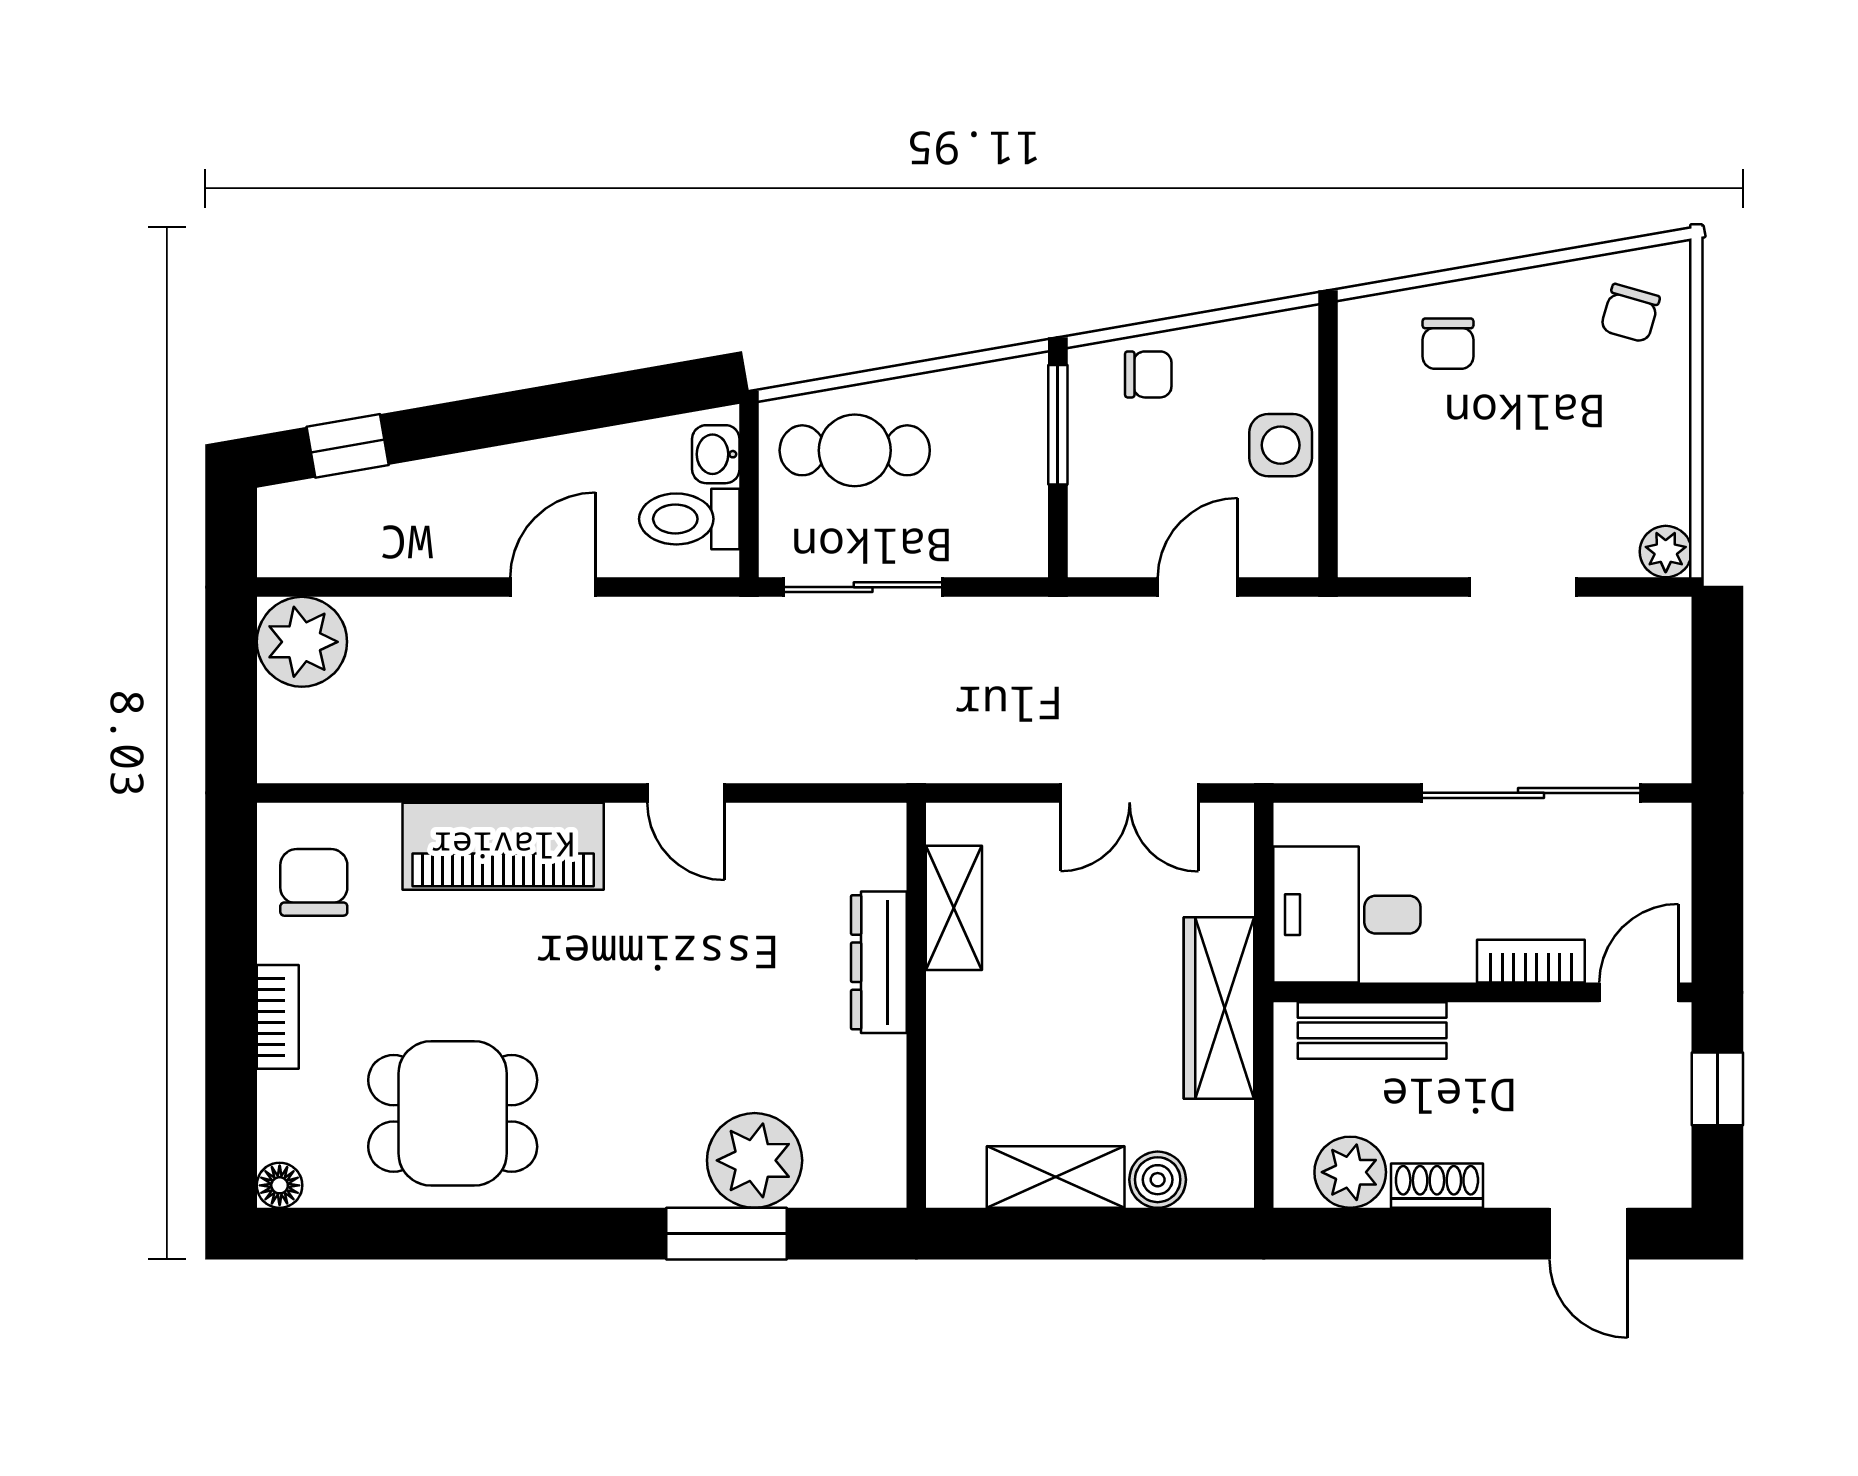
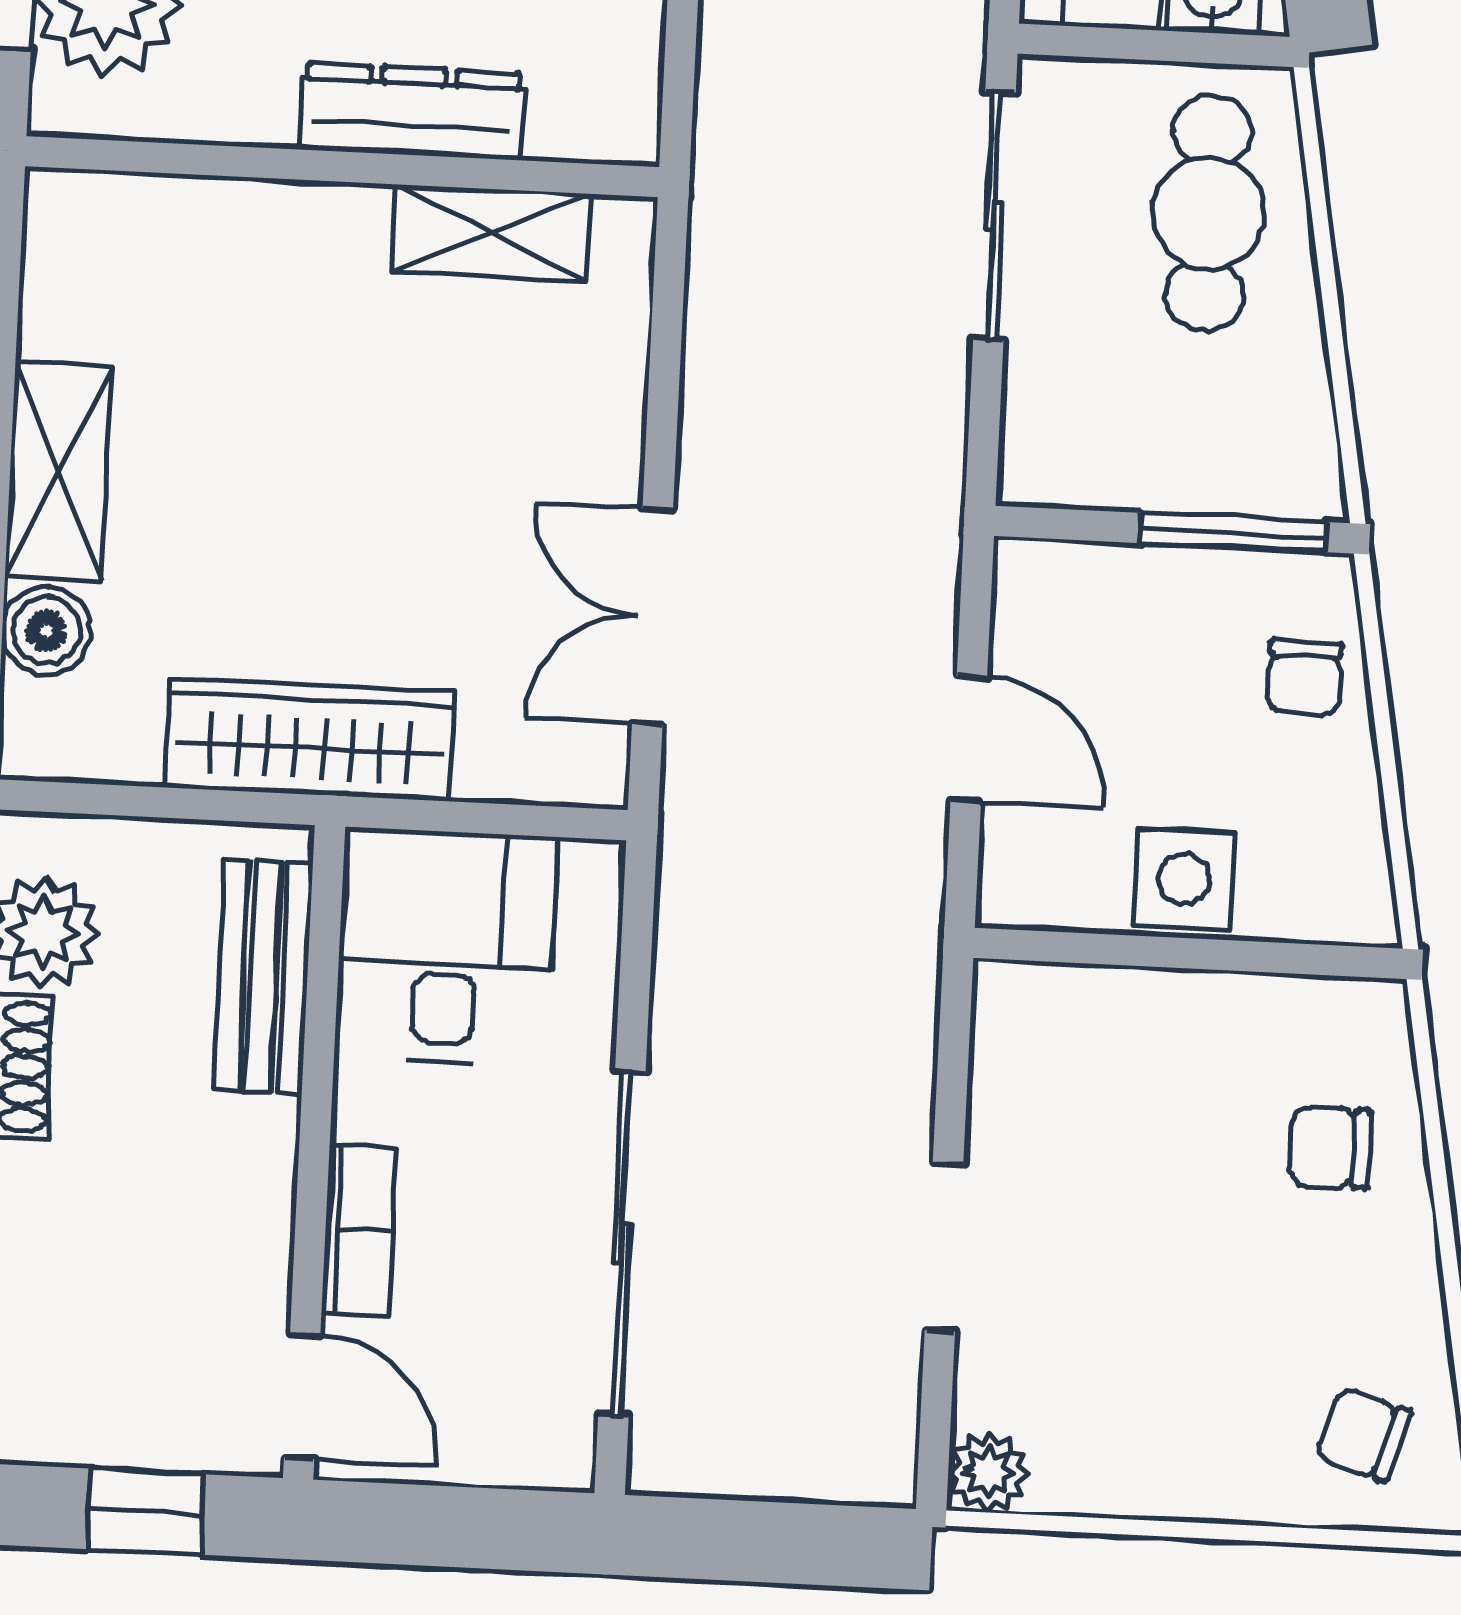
shelving: (954, 908) -> (491, 233), moved
dresser: (879, 962) -> (412, 112), moved
wall: (916, 1005) -> (342, 167), moved

